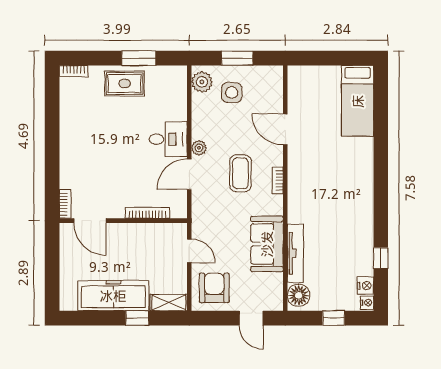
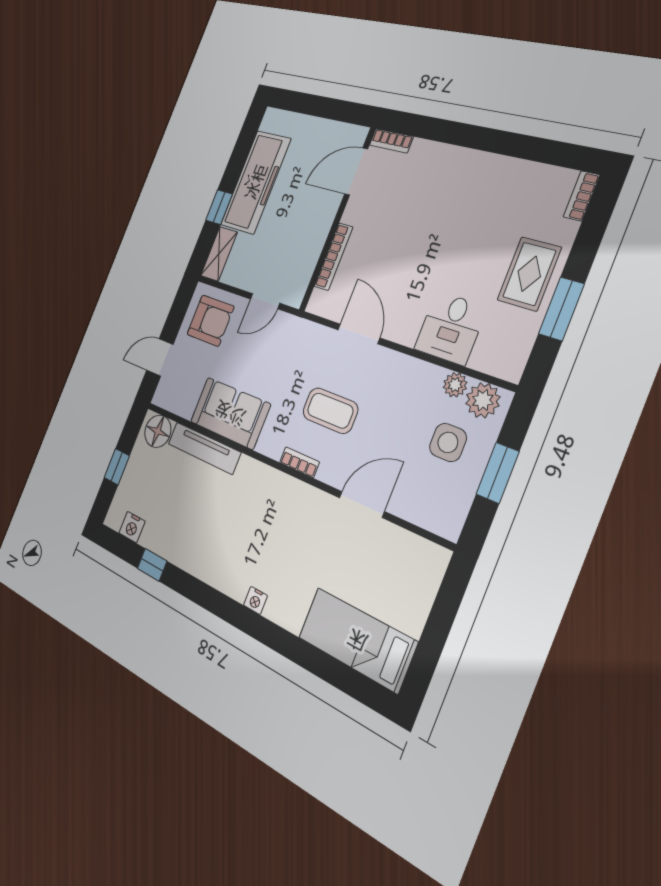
desk: (168, 139) -> (450, 328), moved
plant: (199, 148) -> (455, 385), moved
nightstand: (367, 303) -> (255, 600), moved

